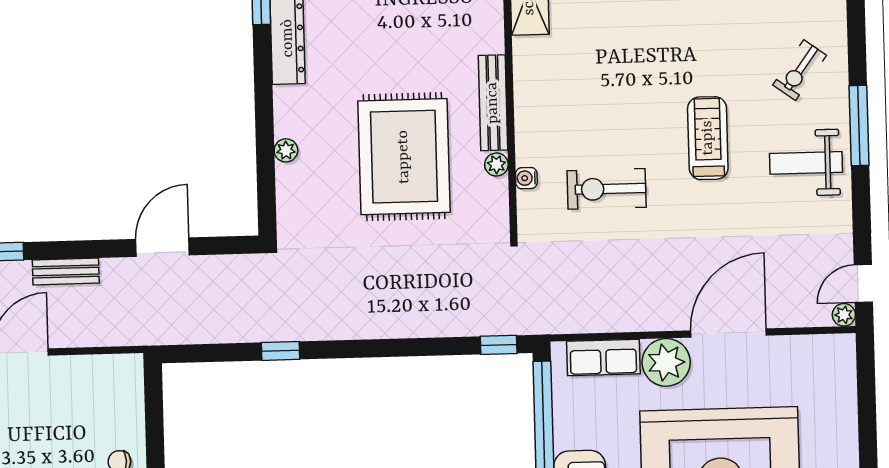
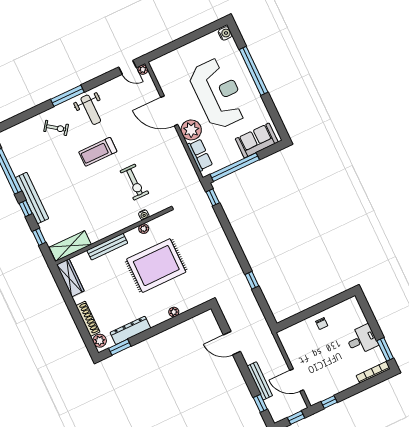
bench: (493, 103) -> (107, 247), moved
bench: (66, 272) -> (260, 381), width x1.36

